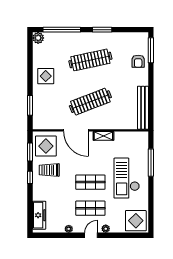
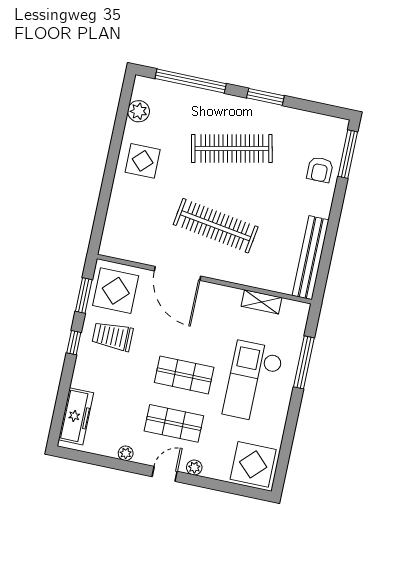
plant: (38, 38) -> (139, 111), moved
clothes rail: (90, 102) -> (216, 226), turned 30
window: (30, 105) -> (102, 209), removed
shelving: (103, 136) -> (261, 302), moved

